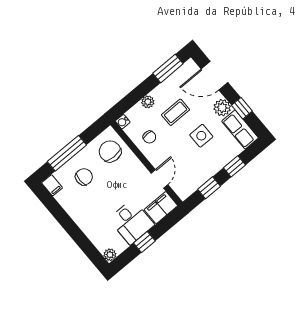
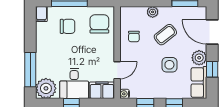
coffee table: (176, 112) -> (165, 35), turned -38
water cooler: (123, 122) -> (125, 94), moved
window: (83, 242) -> (30, 70), added
plant: (110, 255) -> (46, 88), width x1.87, depth x1.87

